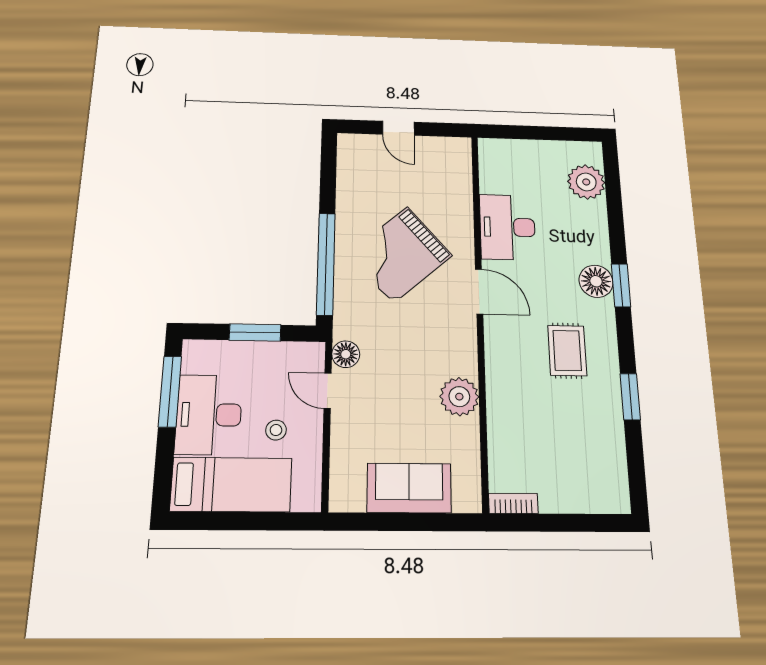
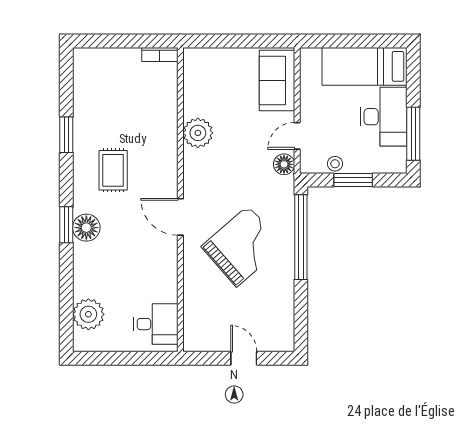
desk: (507, 227) -> (156, 324), moved, width x0.73
door: (328, 391) -> (297, 136), swing flipped
stool: (276, 430) -> (335, 164), moved
sofa: (409, 488) -> (277, 80), moved, turned 90

